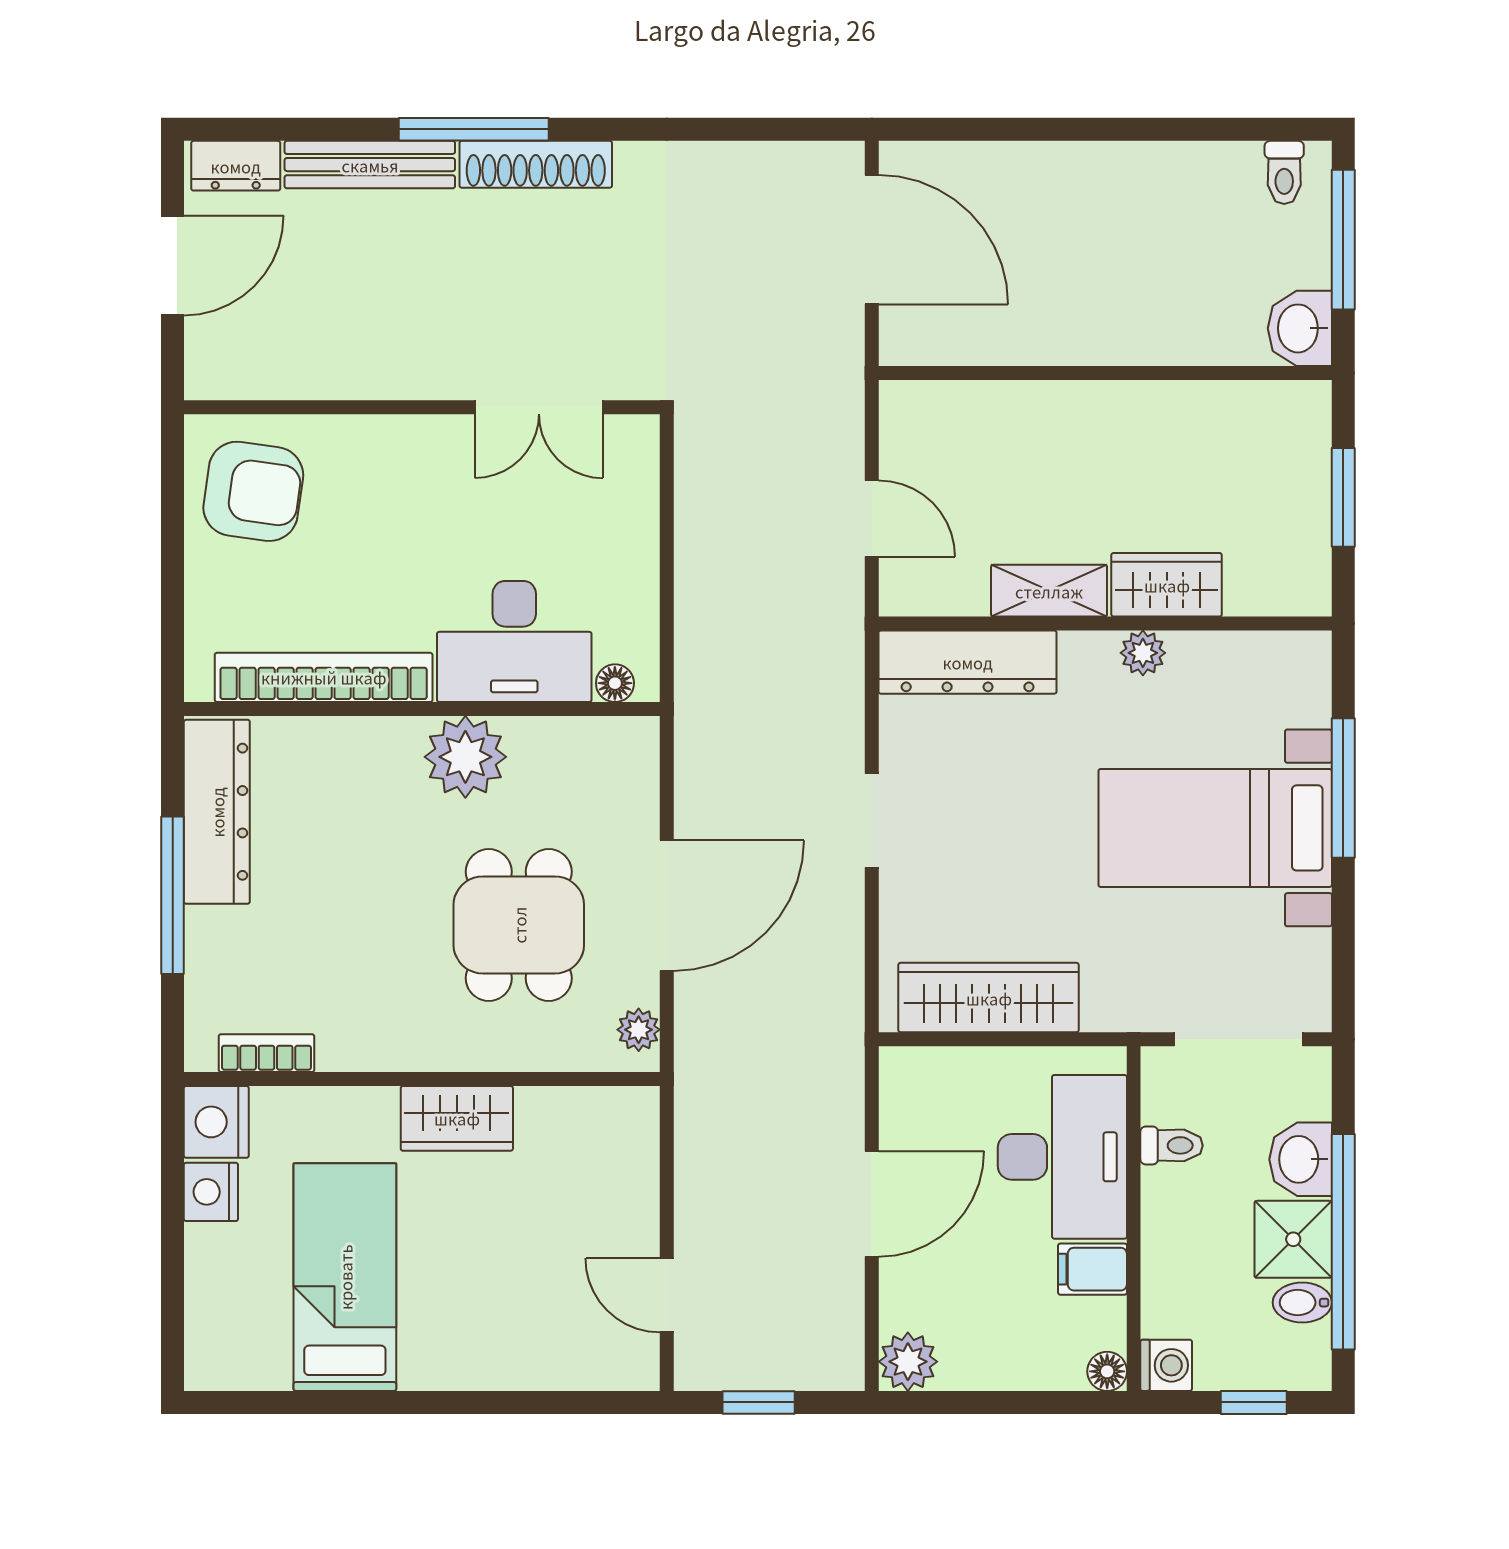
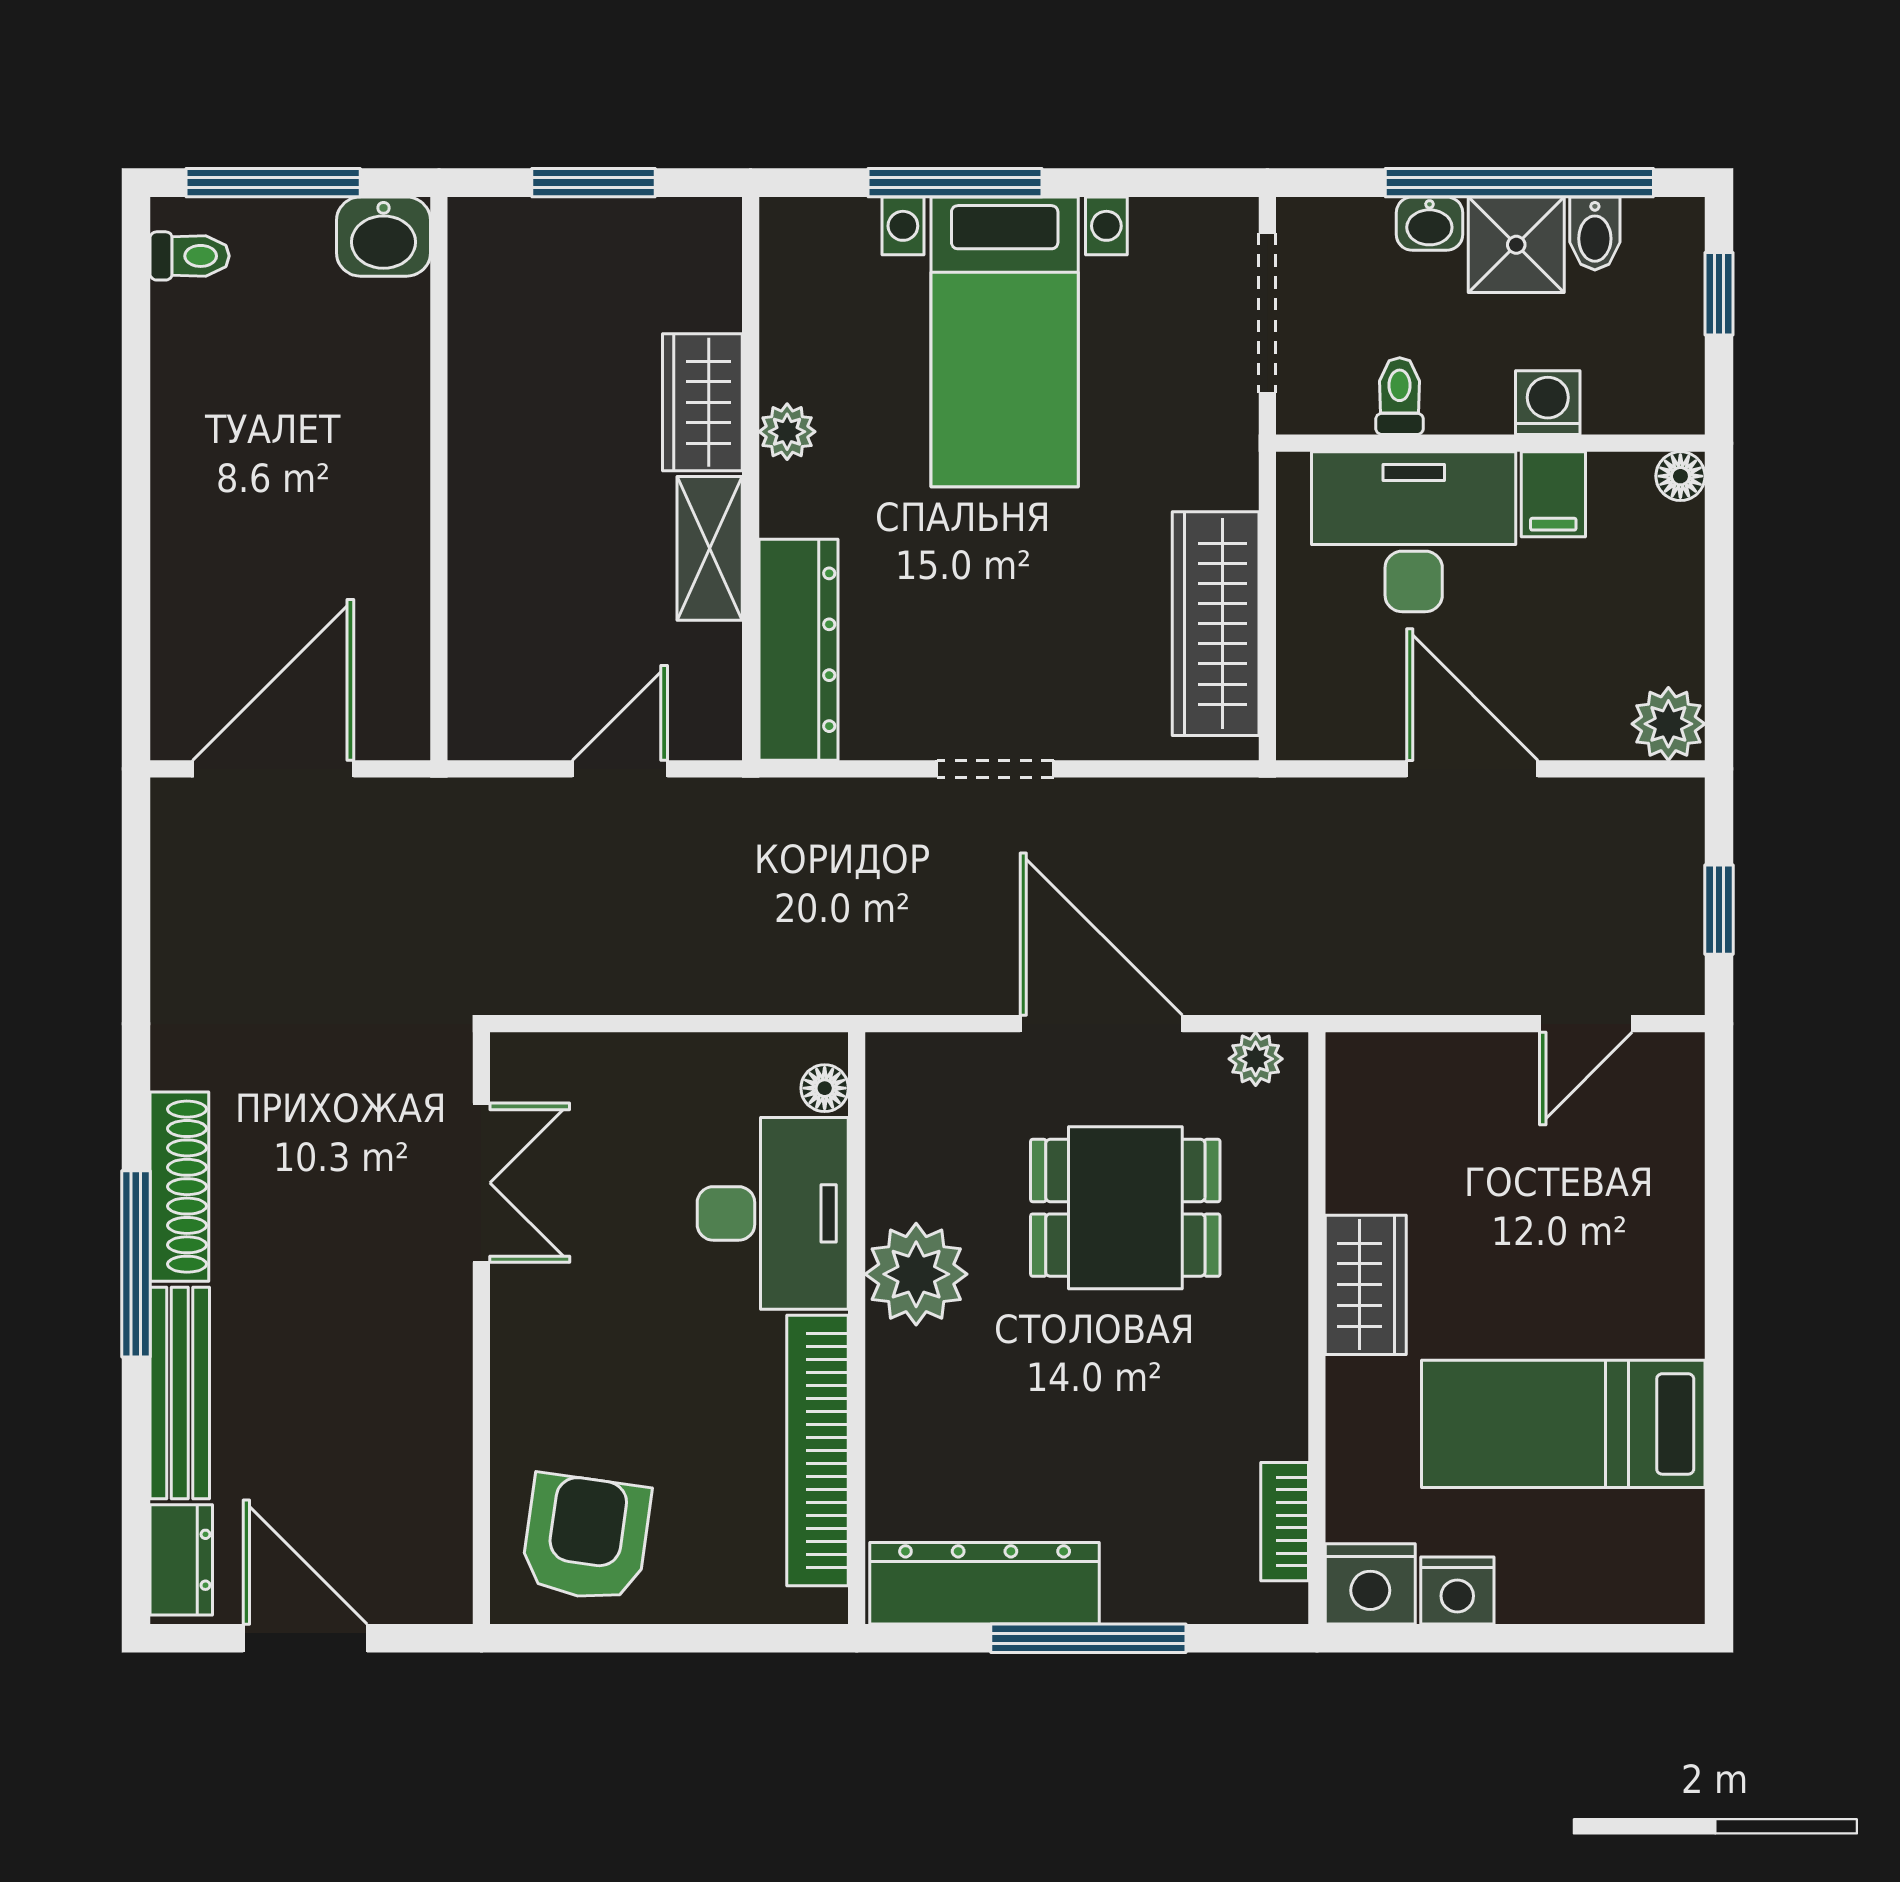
washbasin: (1301, 1159) -> (1429, 224), width x0.72, depth x0.69
washing machine: (1166, 1365) -> (1548, 403), moved

